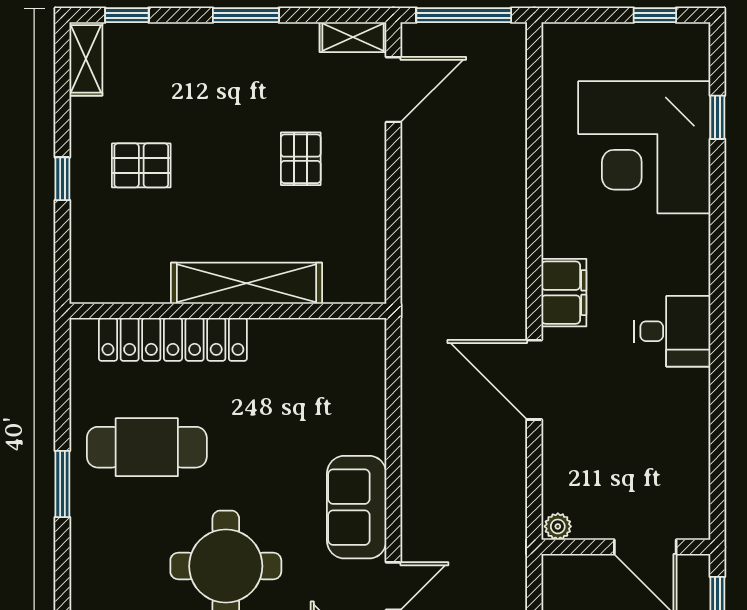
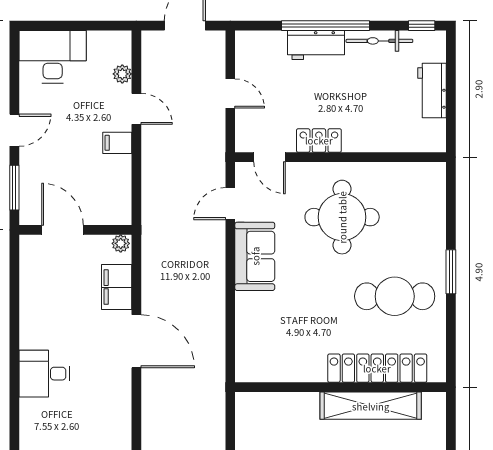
shelving: (246, 283) -> (371, 406), moved
filing cabinet: (564, 293) -> (117, 287), moved

